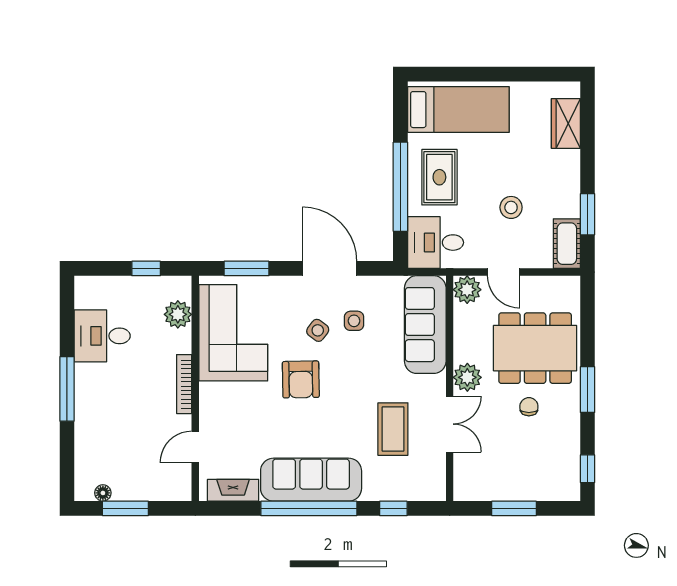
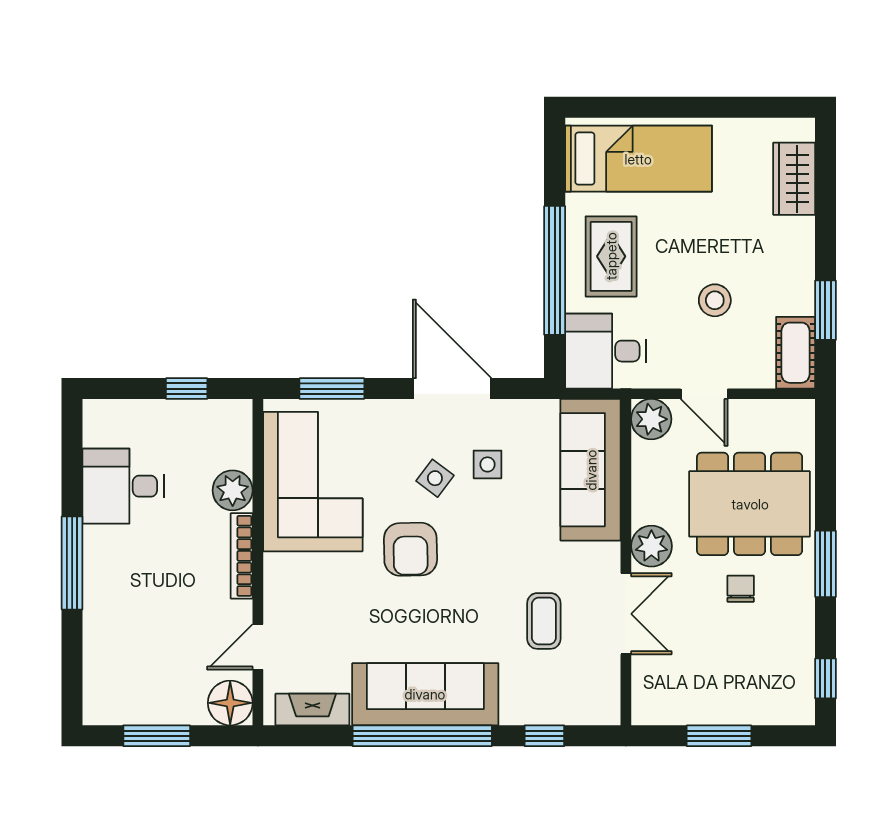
plant: (178, 314) -> (233, 490), moved
coffee table: (393, 429) -> (544, 621), width x0.73, depth x0.77
floor lamp: (103, 493) -> (230, 703), moved, width x1.89, depth x1.89

